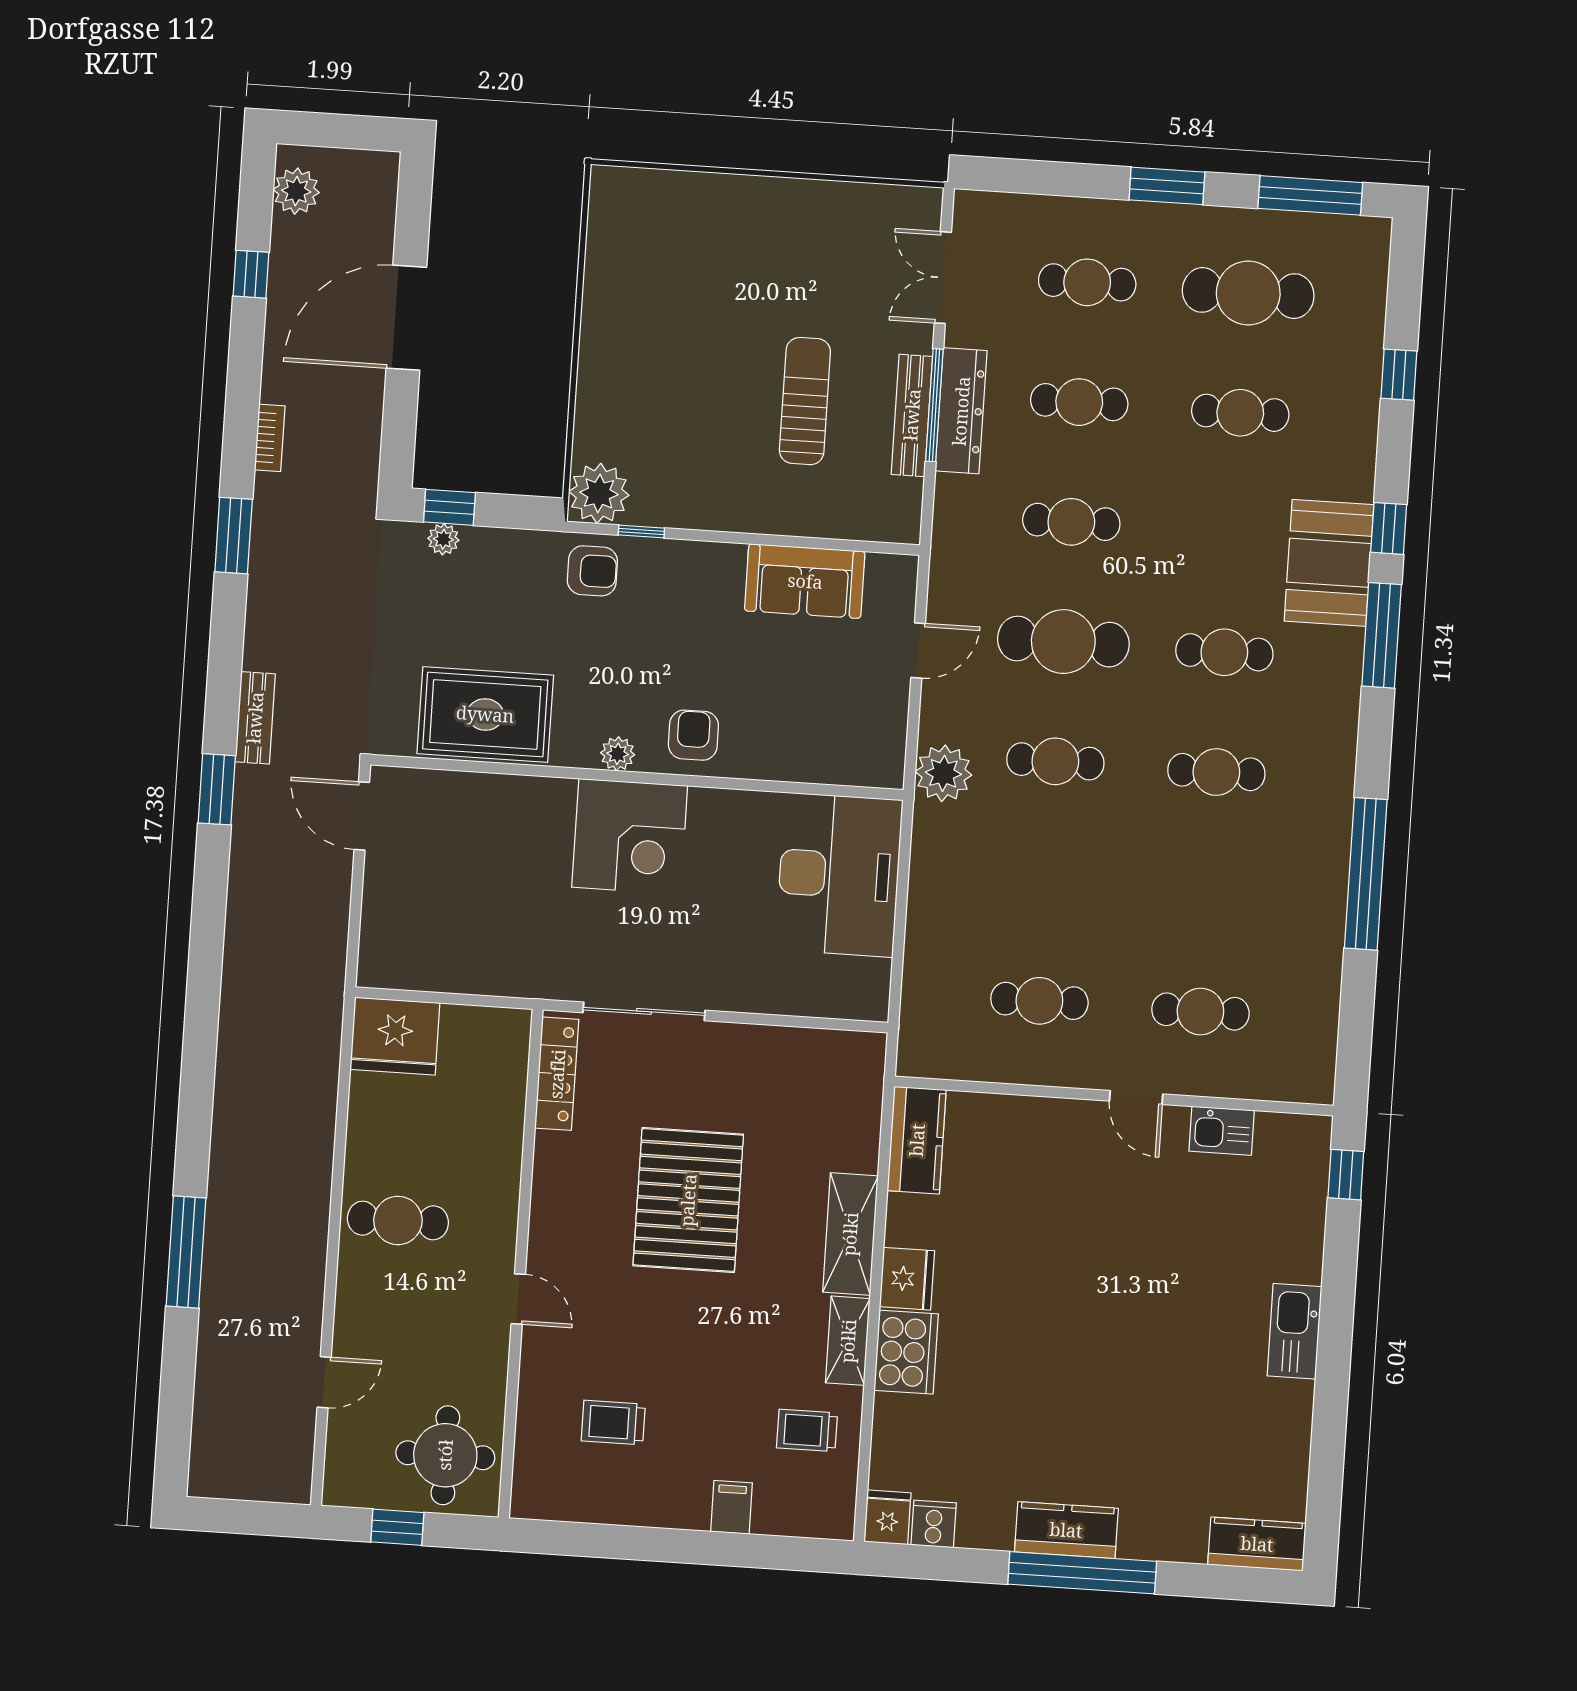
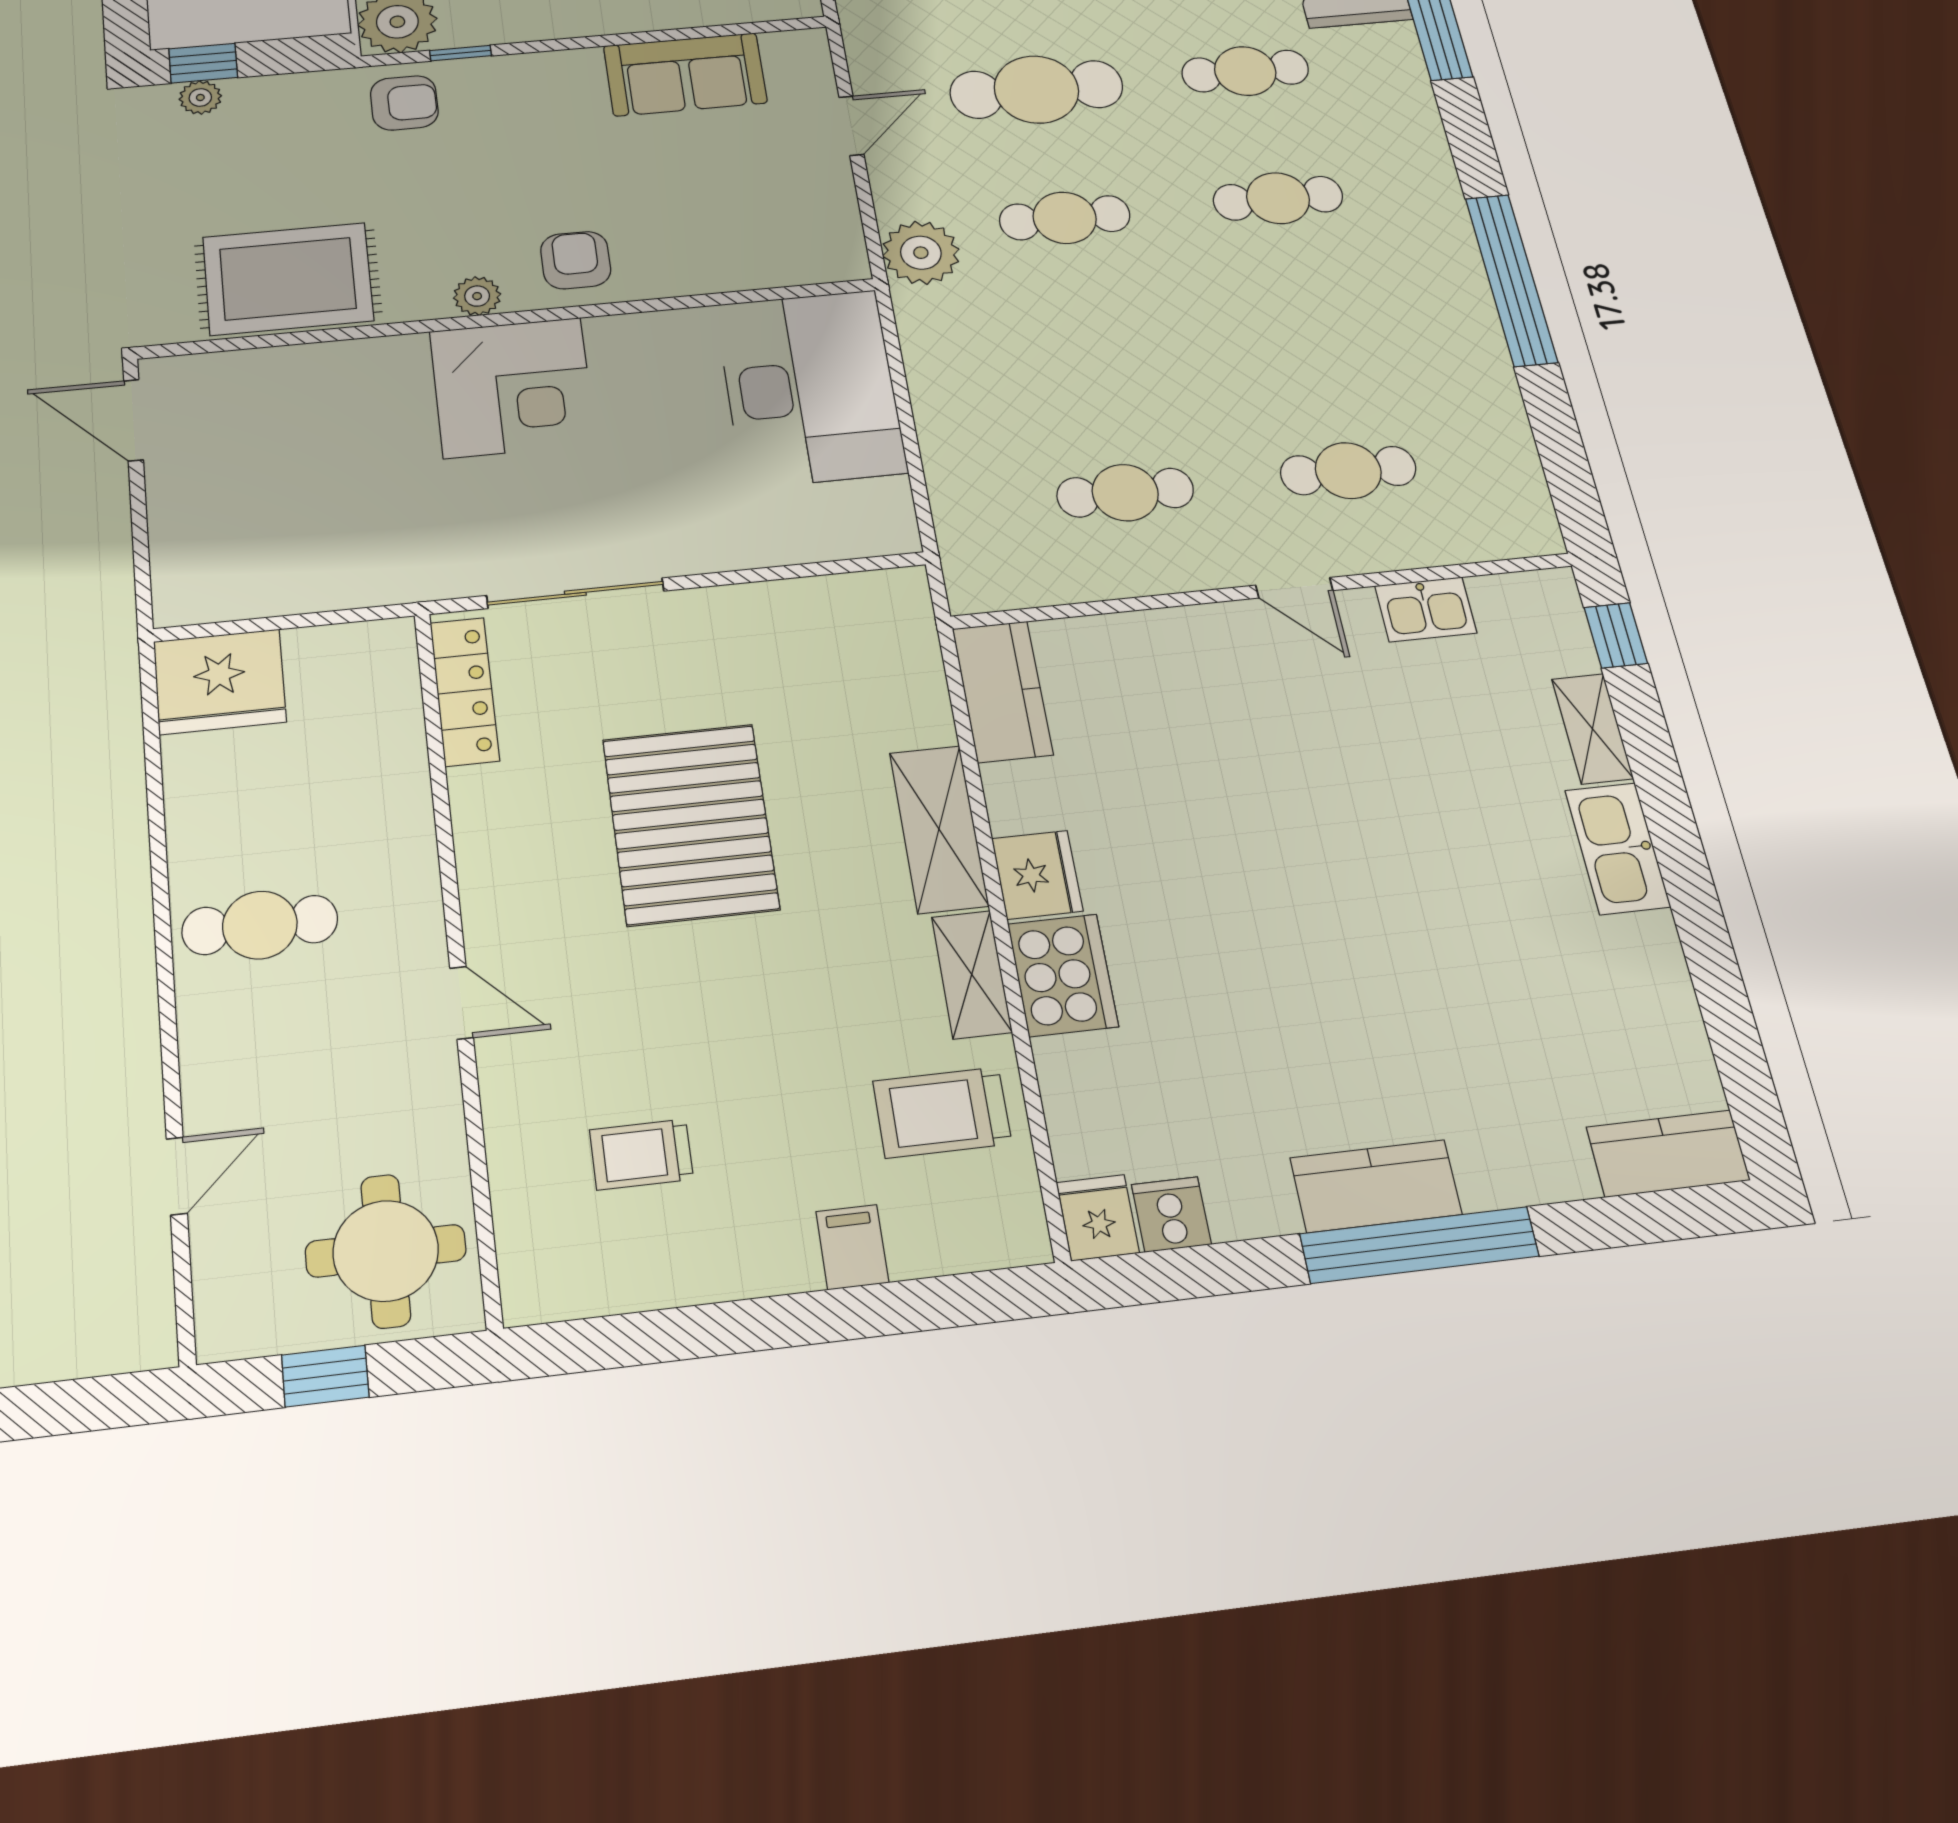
shelving: (1307, 1242) -> (1592, 729), added
trolley: (807, 1430) -> (942, 1112), width x1.36, depth x1.39

